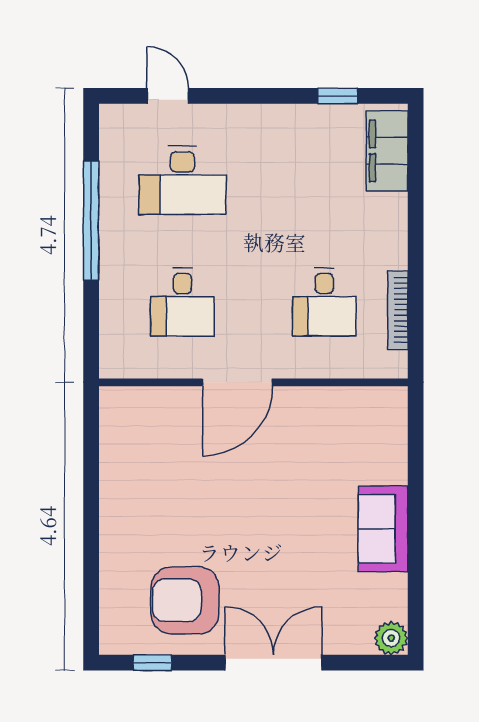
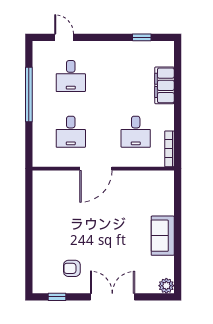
filing cabinet: (387, 151) -> (164, 85), moved
desk: (182, 180) -> (71, 76), width x0.73
bookcase: (398, 310) -> (169, 149), moved
armchair: (185, 600) -> (72, 268), width x0.53, depth x0.53

